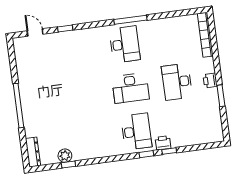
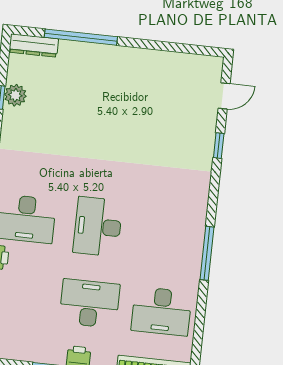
desk: (125, 44) -> (161, 311), moved
window: (19, 106) -> (81, 37), moved

